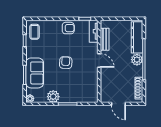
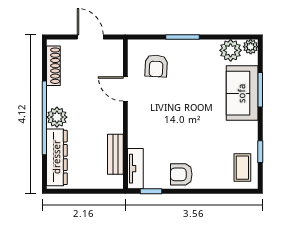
door: (99, 61) -> (125, 89), moved
armchair: (66, 63) -> (156, 66), moved
plant: (53, 97) -> (231, 50), moved

